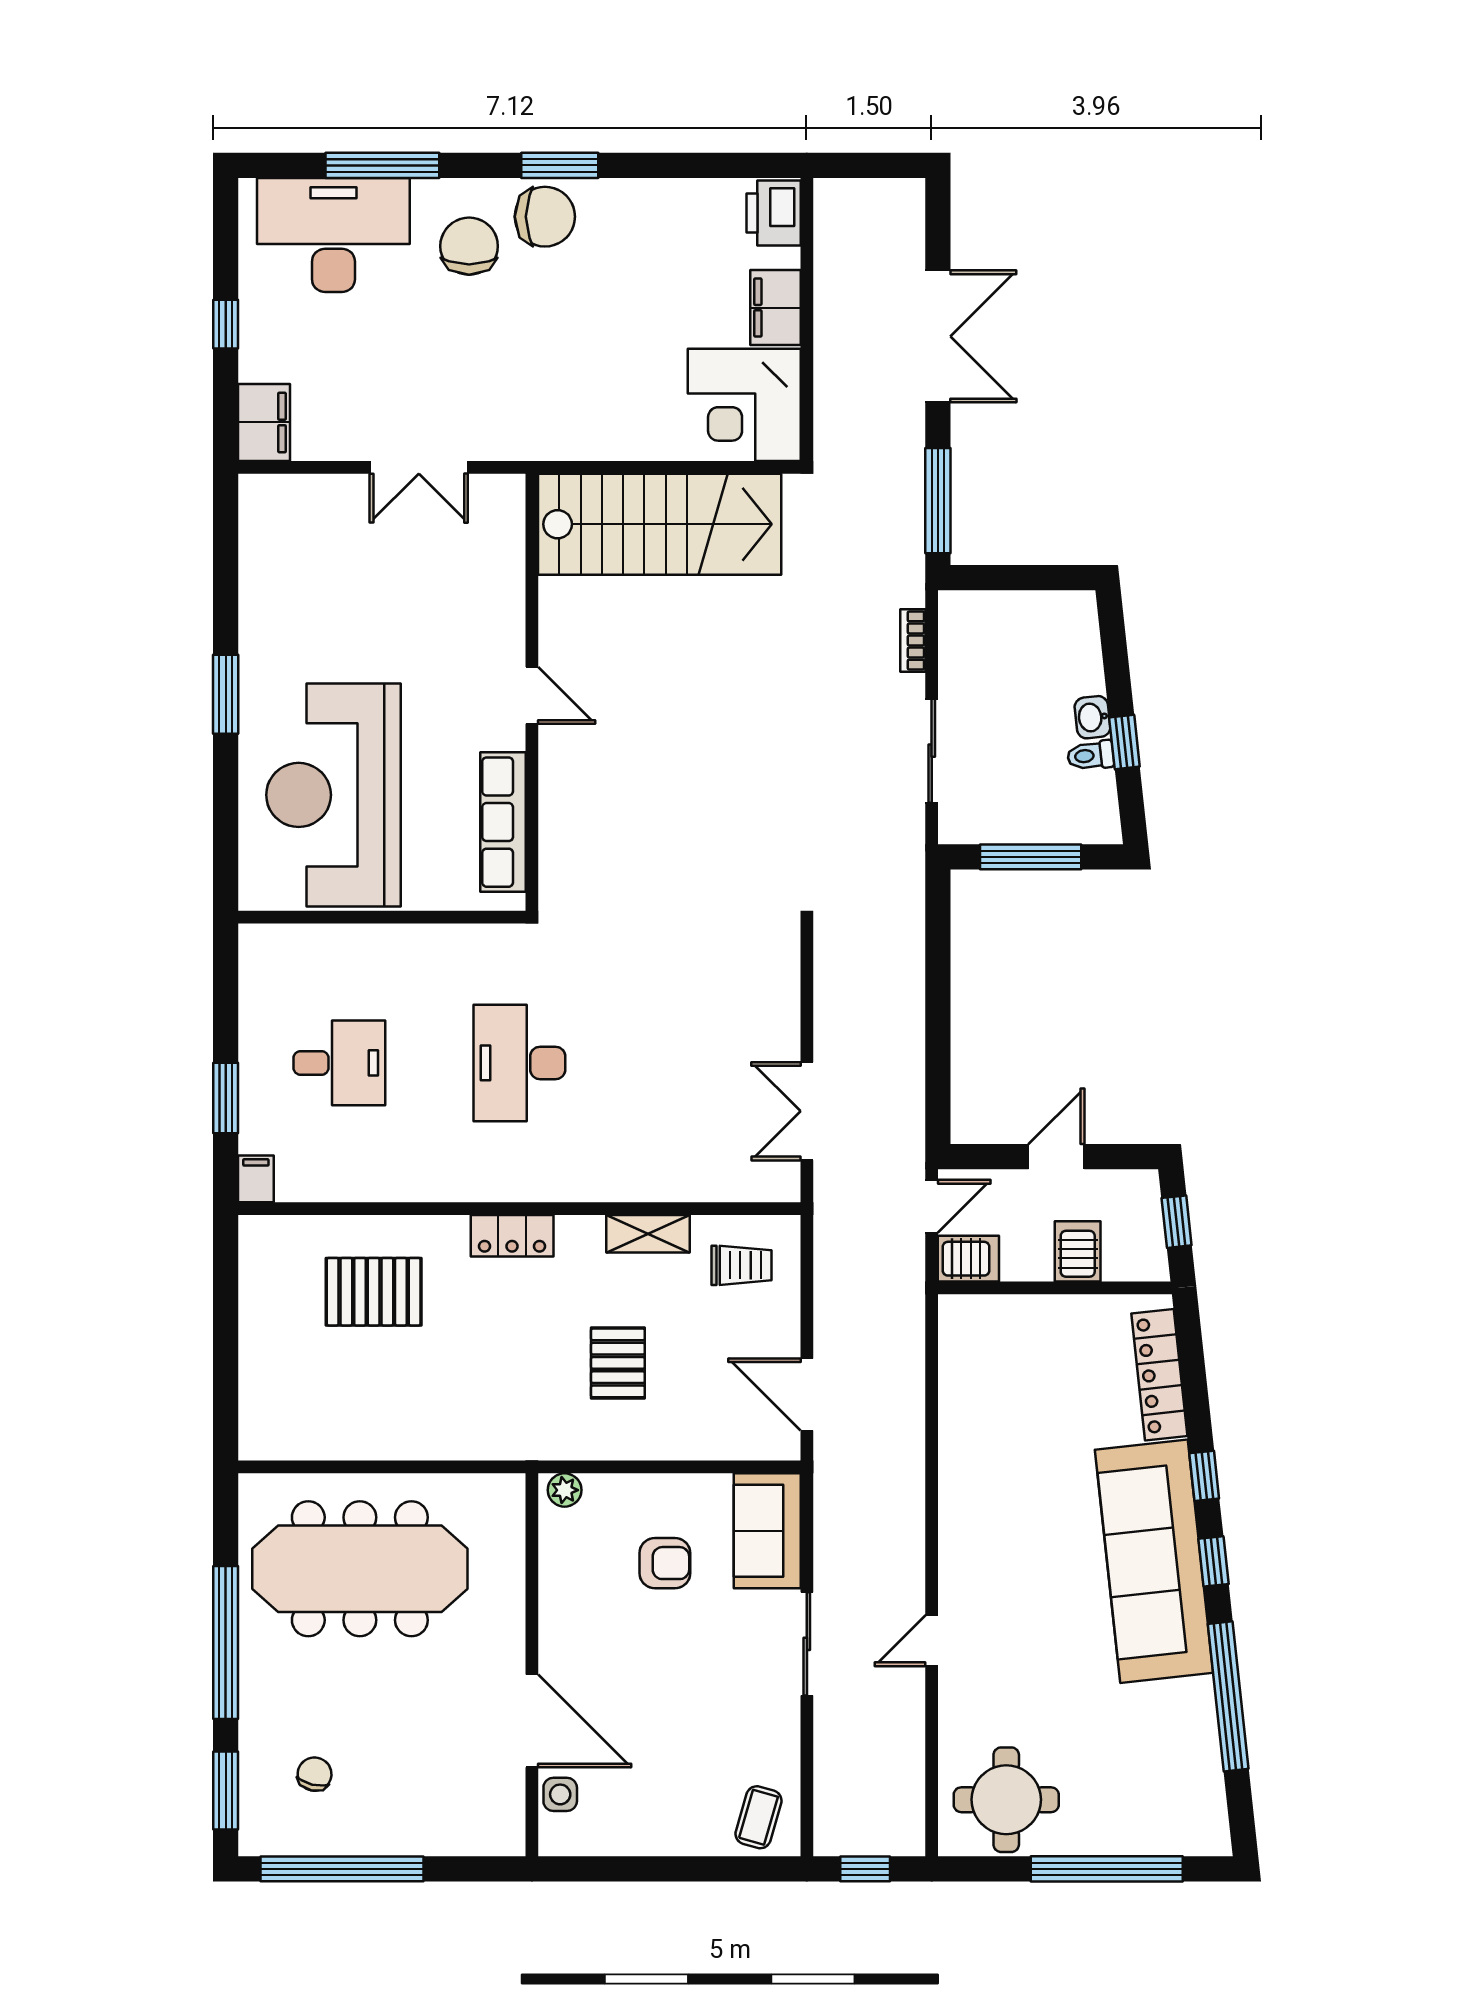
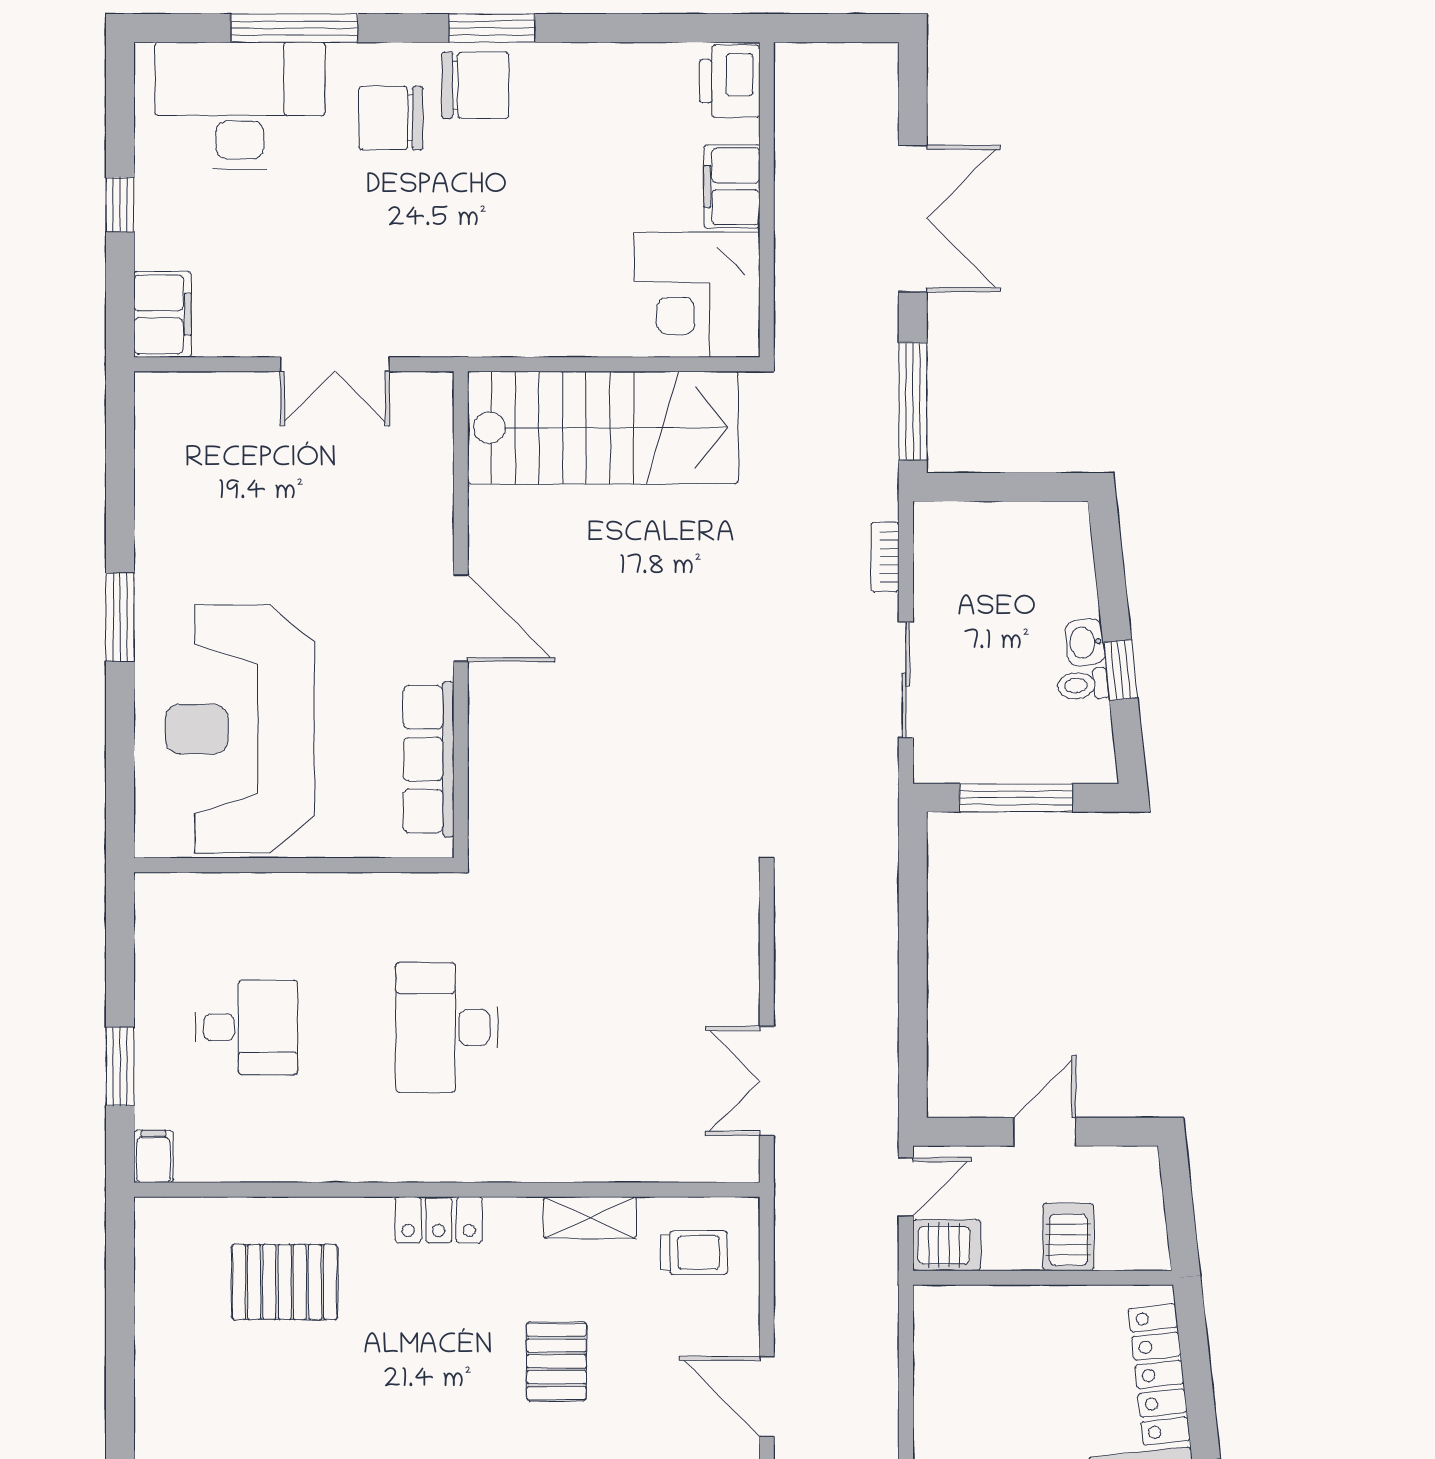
chair: (469, 246) -> (391, 118), turned -90
door: (532, 695) -> (461, 618), width x1.38
window: (1177, 1222) -> (1178, 1204), removed

